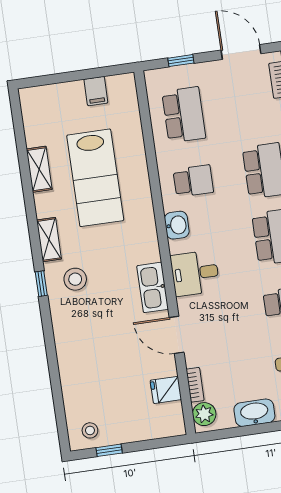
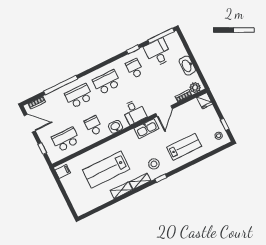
door: (241, 52) -> (30, 123), swing flipped
filing cabinet: (96, 91) -> (63, 171), moved
shelving: (39, 169) -> (121, 190), moved
lab bench: (95, 178) -> (106, 170), turned 180
lab bench: (90, 352) -> (184, 147), added
fridge: (166, 390) -> (205, 101), moved

